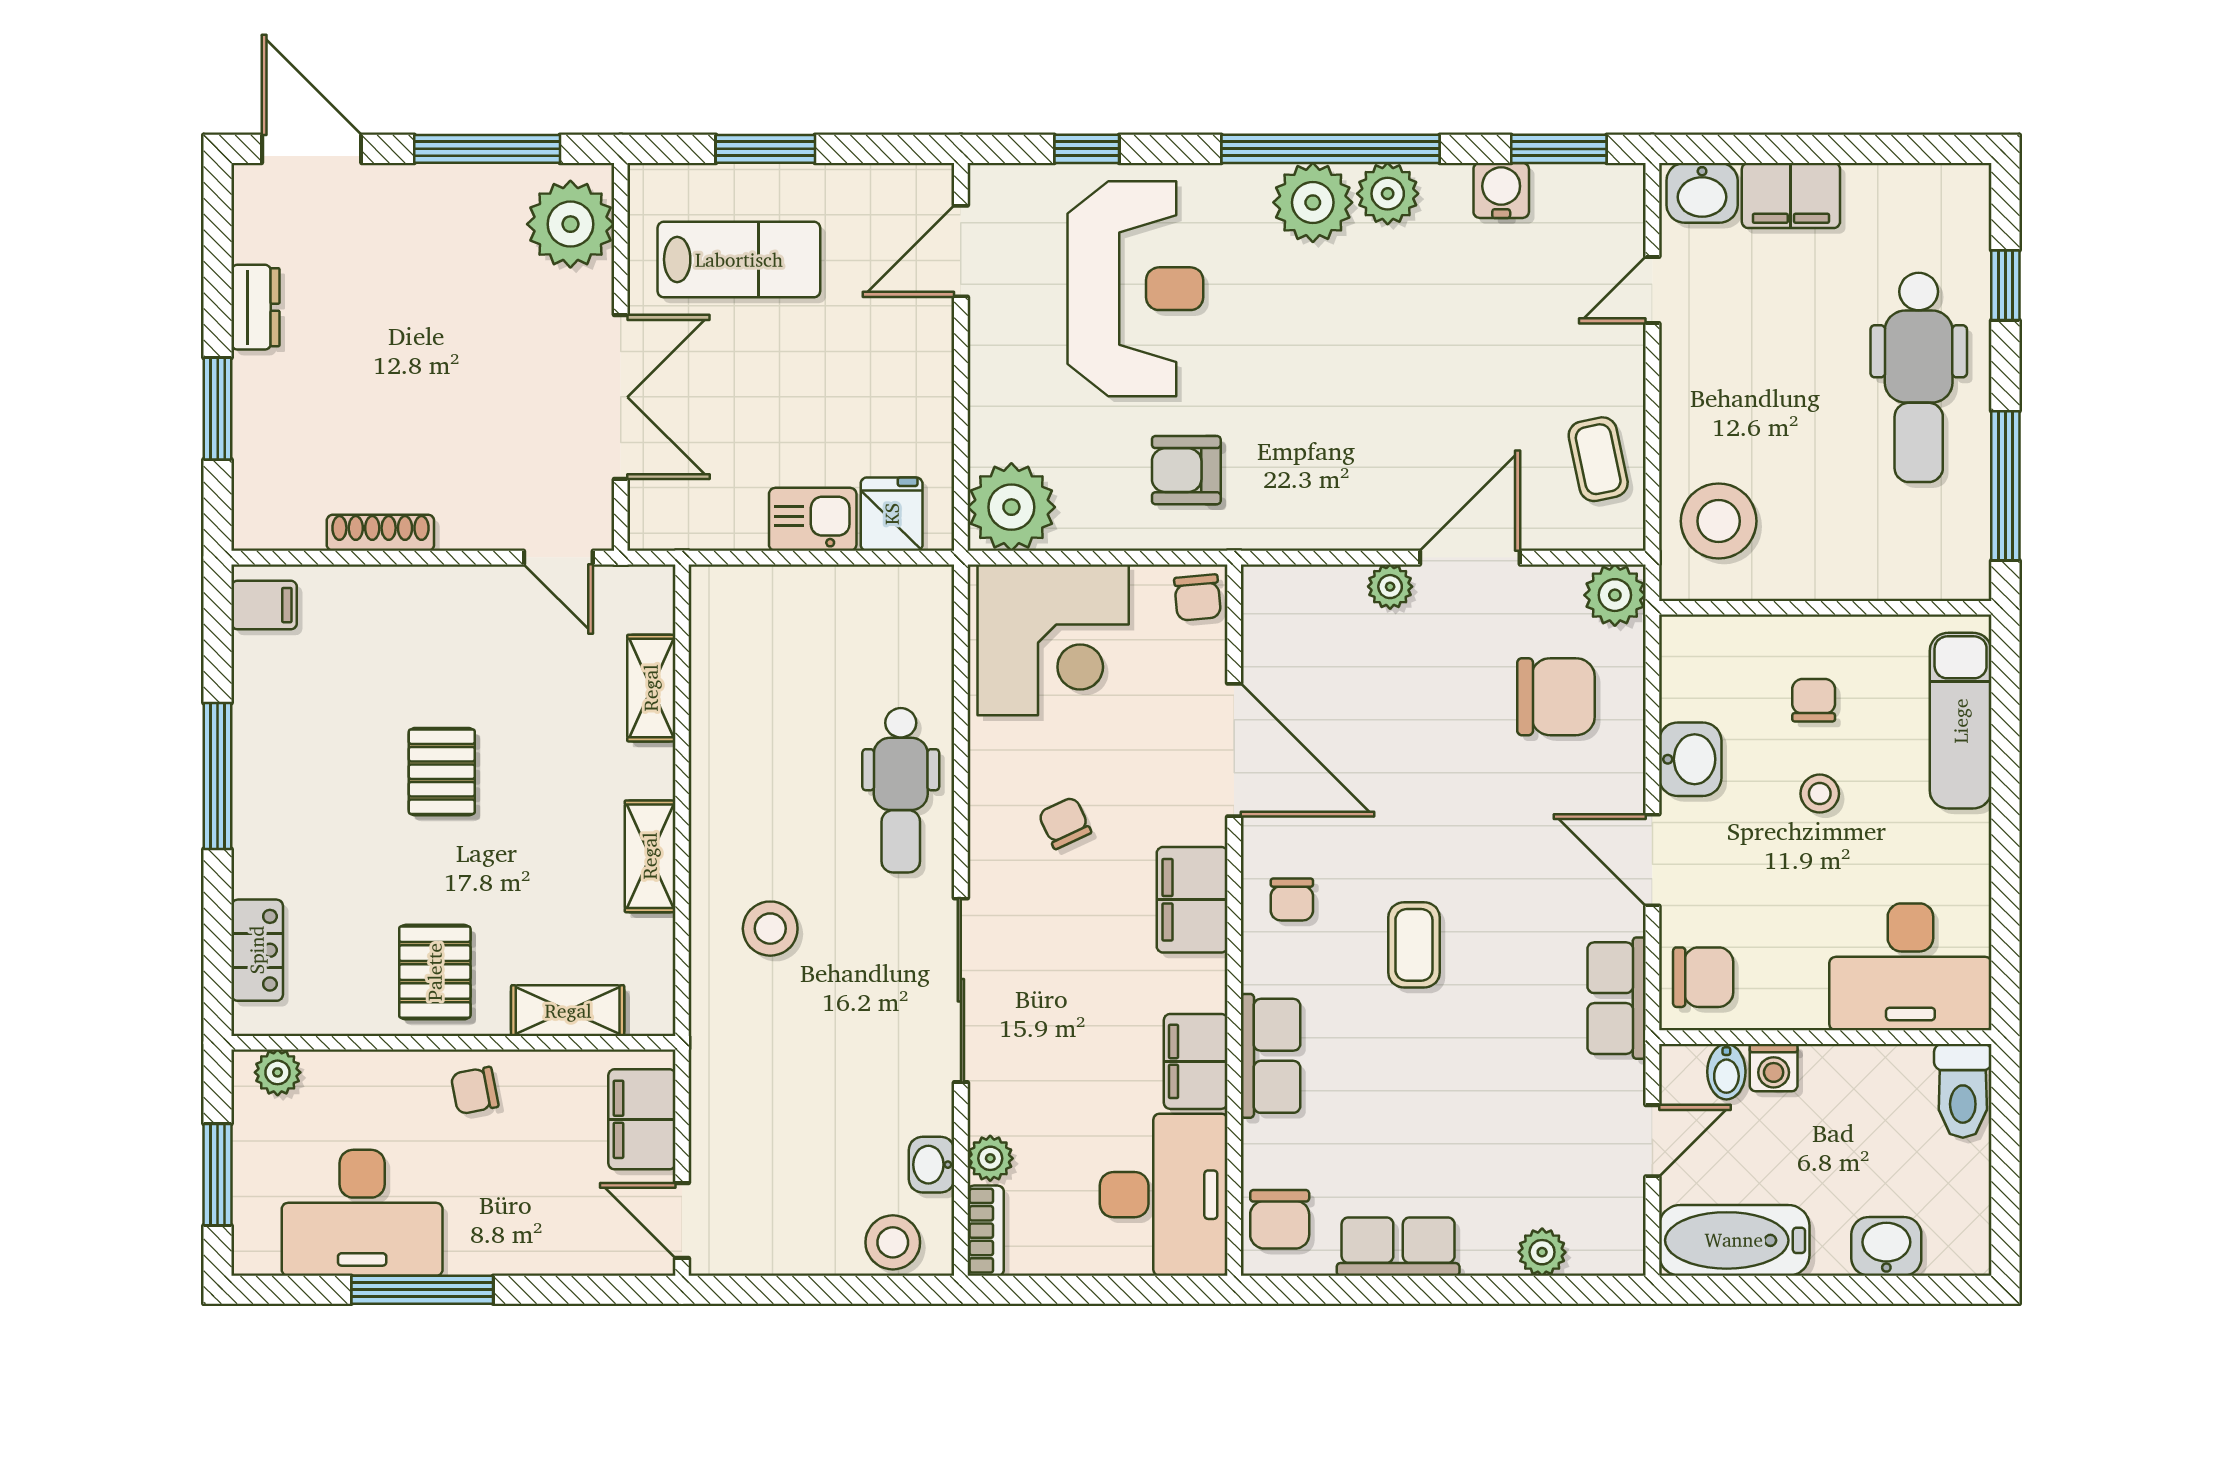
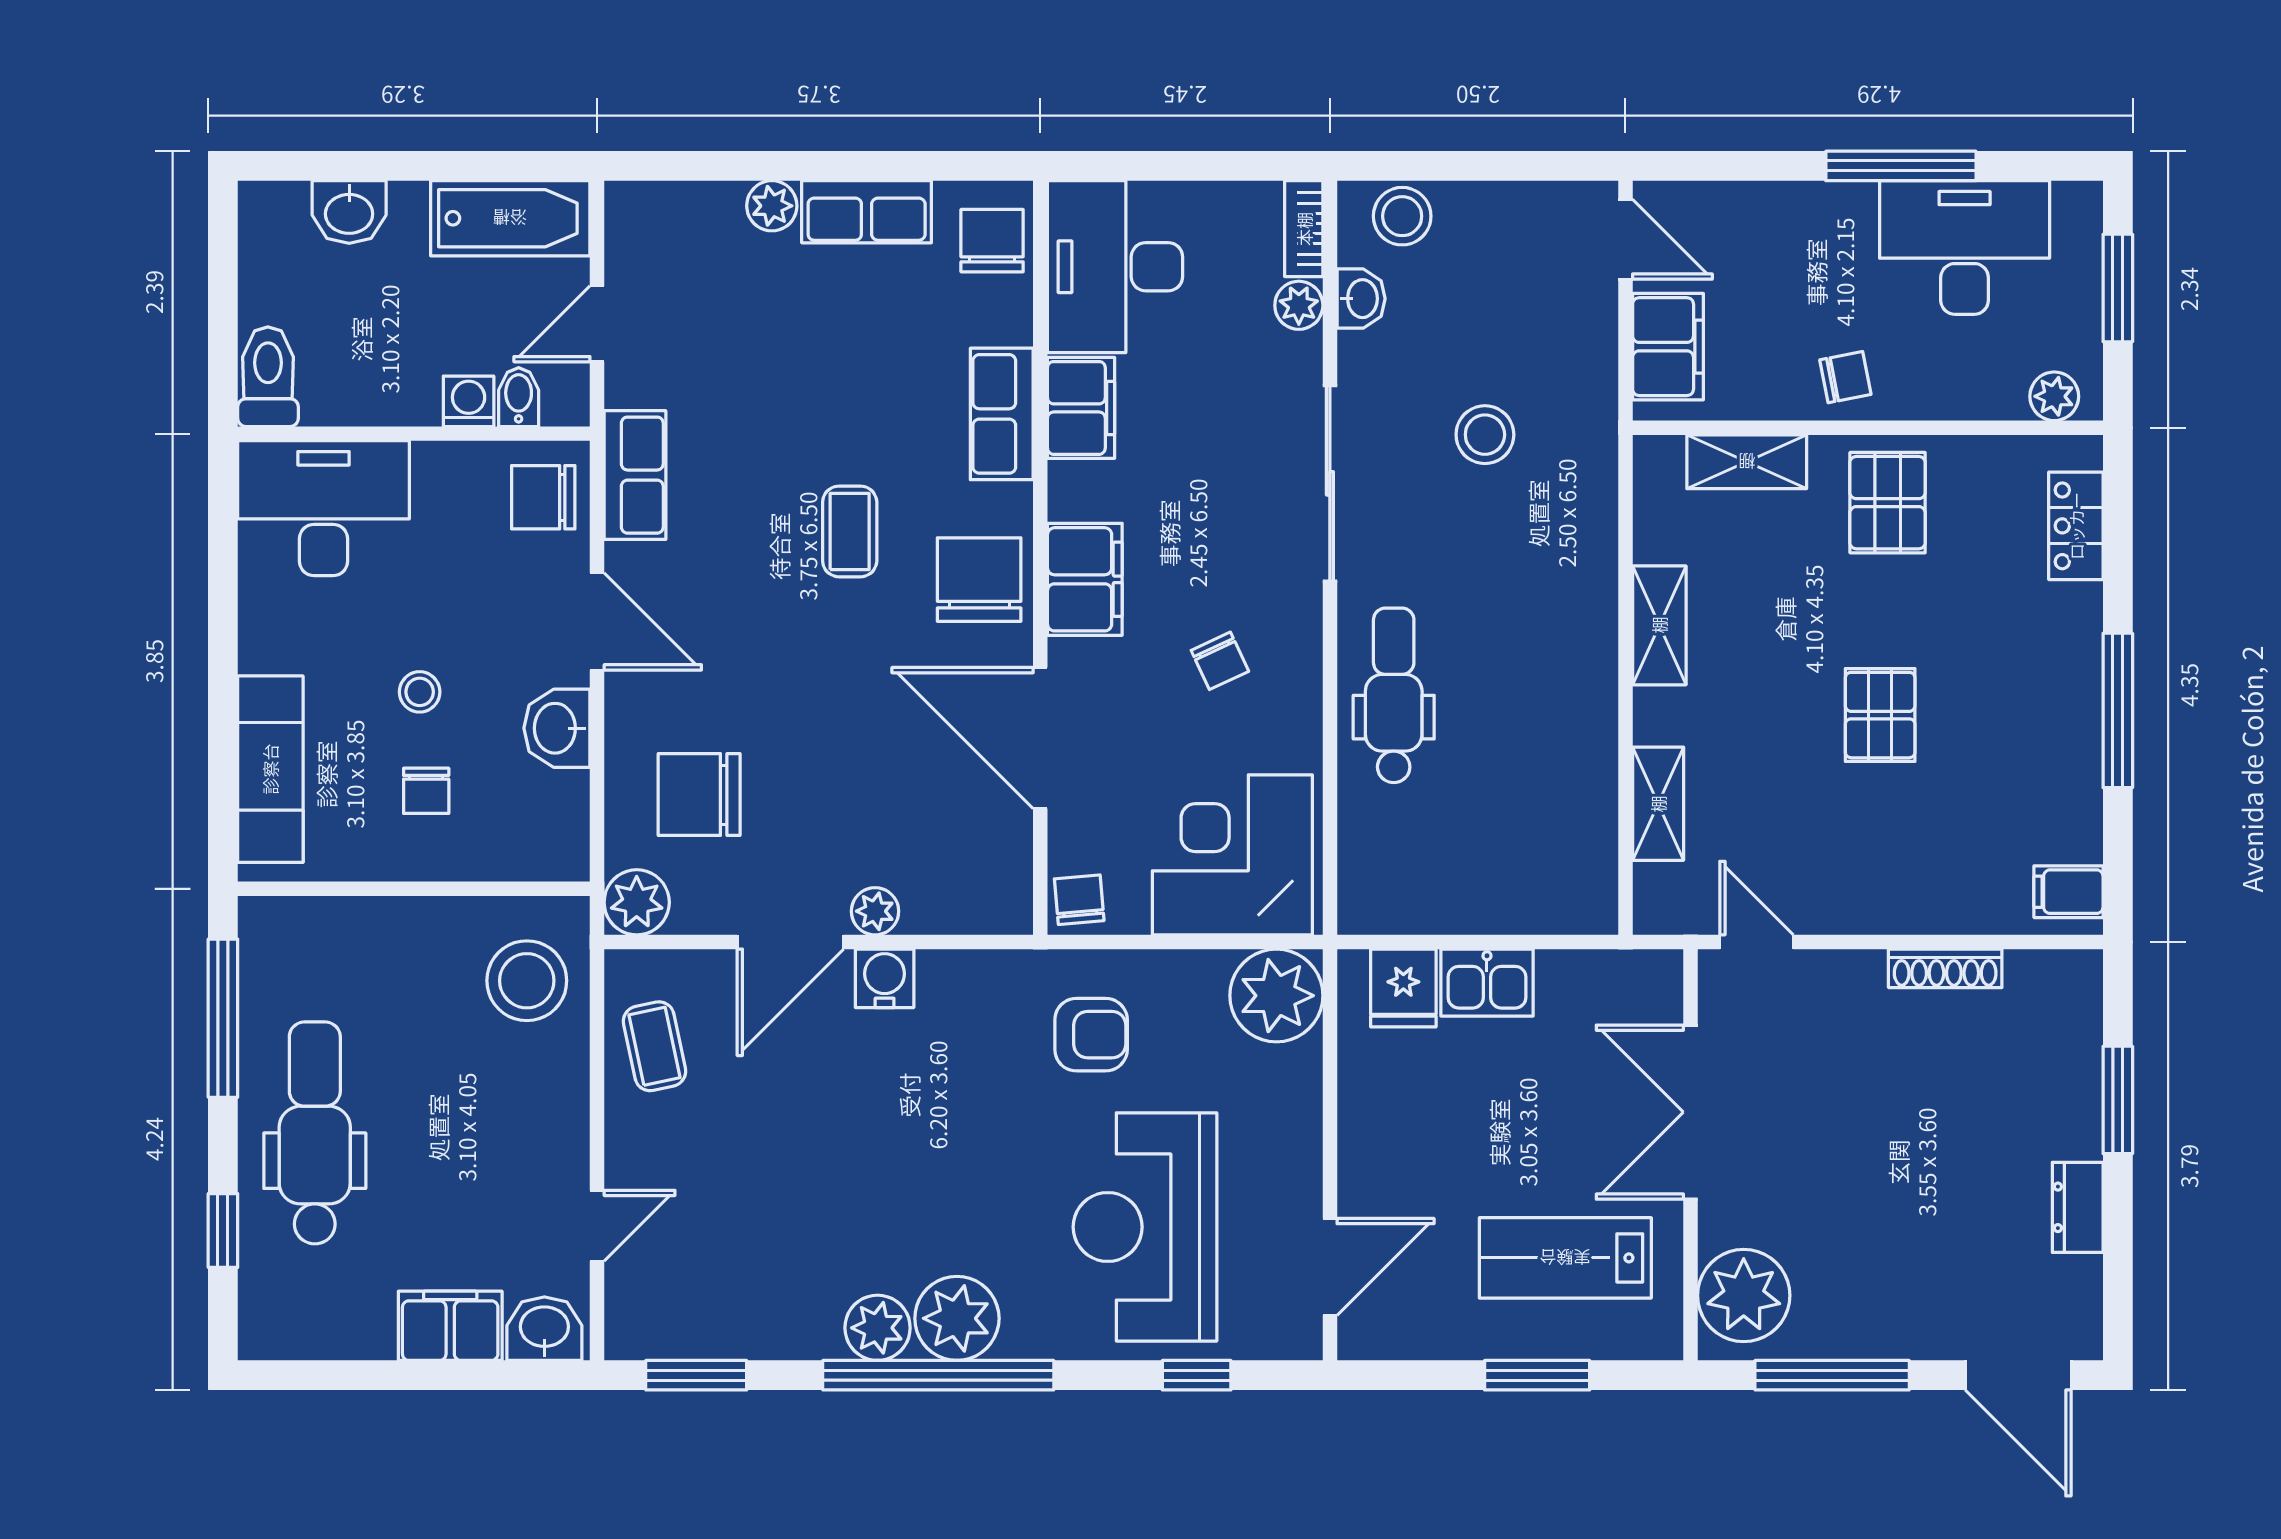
water cooler: (1501, 190) -> (885, 978), moved, turned 180
chair: (1292, 900) -> (979, 580), width x1.87, depth x1.87
stool: (770, 929) -> (1485, 435), moved
plant: (1542, 1252) -> (772, 206), moved

